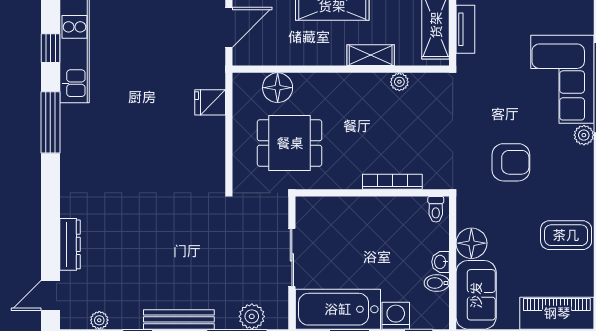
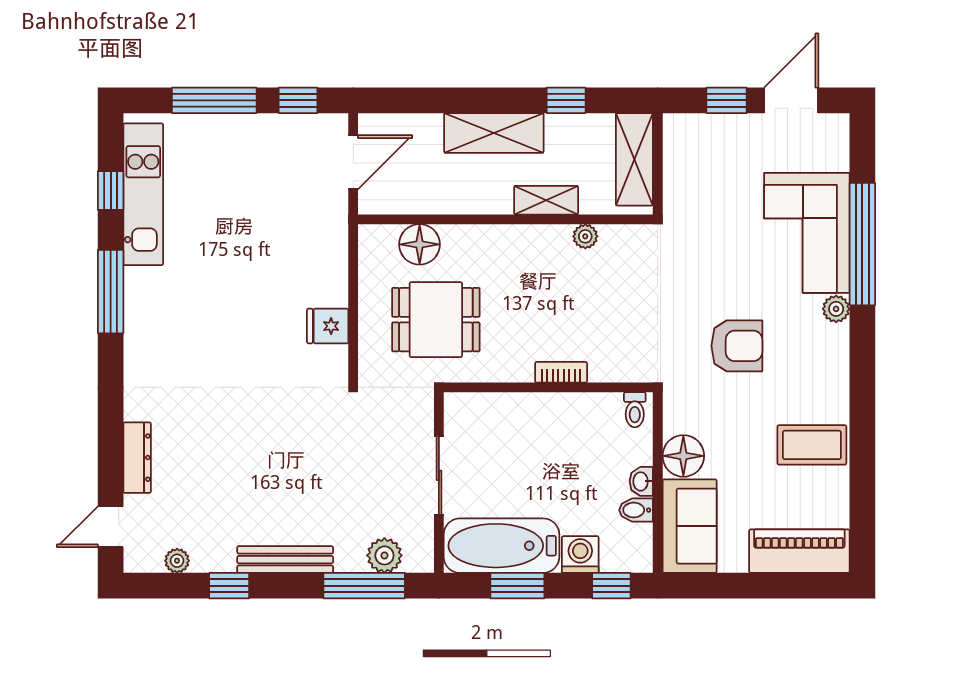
tv unit: (465, 29) -> (675, 165), removed
fridge: (210, 102) -> (328, 326), moved
bookcase: (392, 182) -> (561, 372), width x0.64

